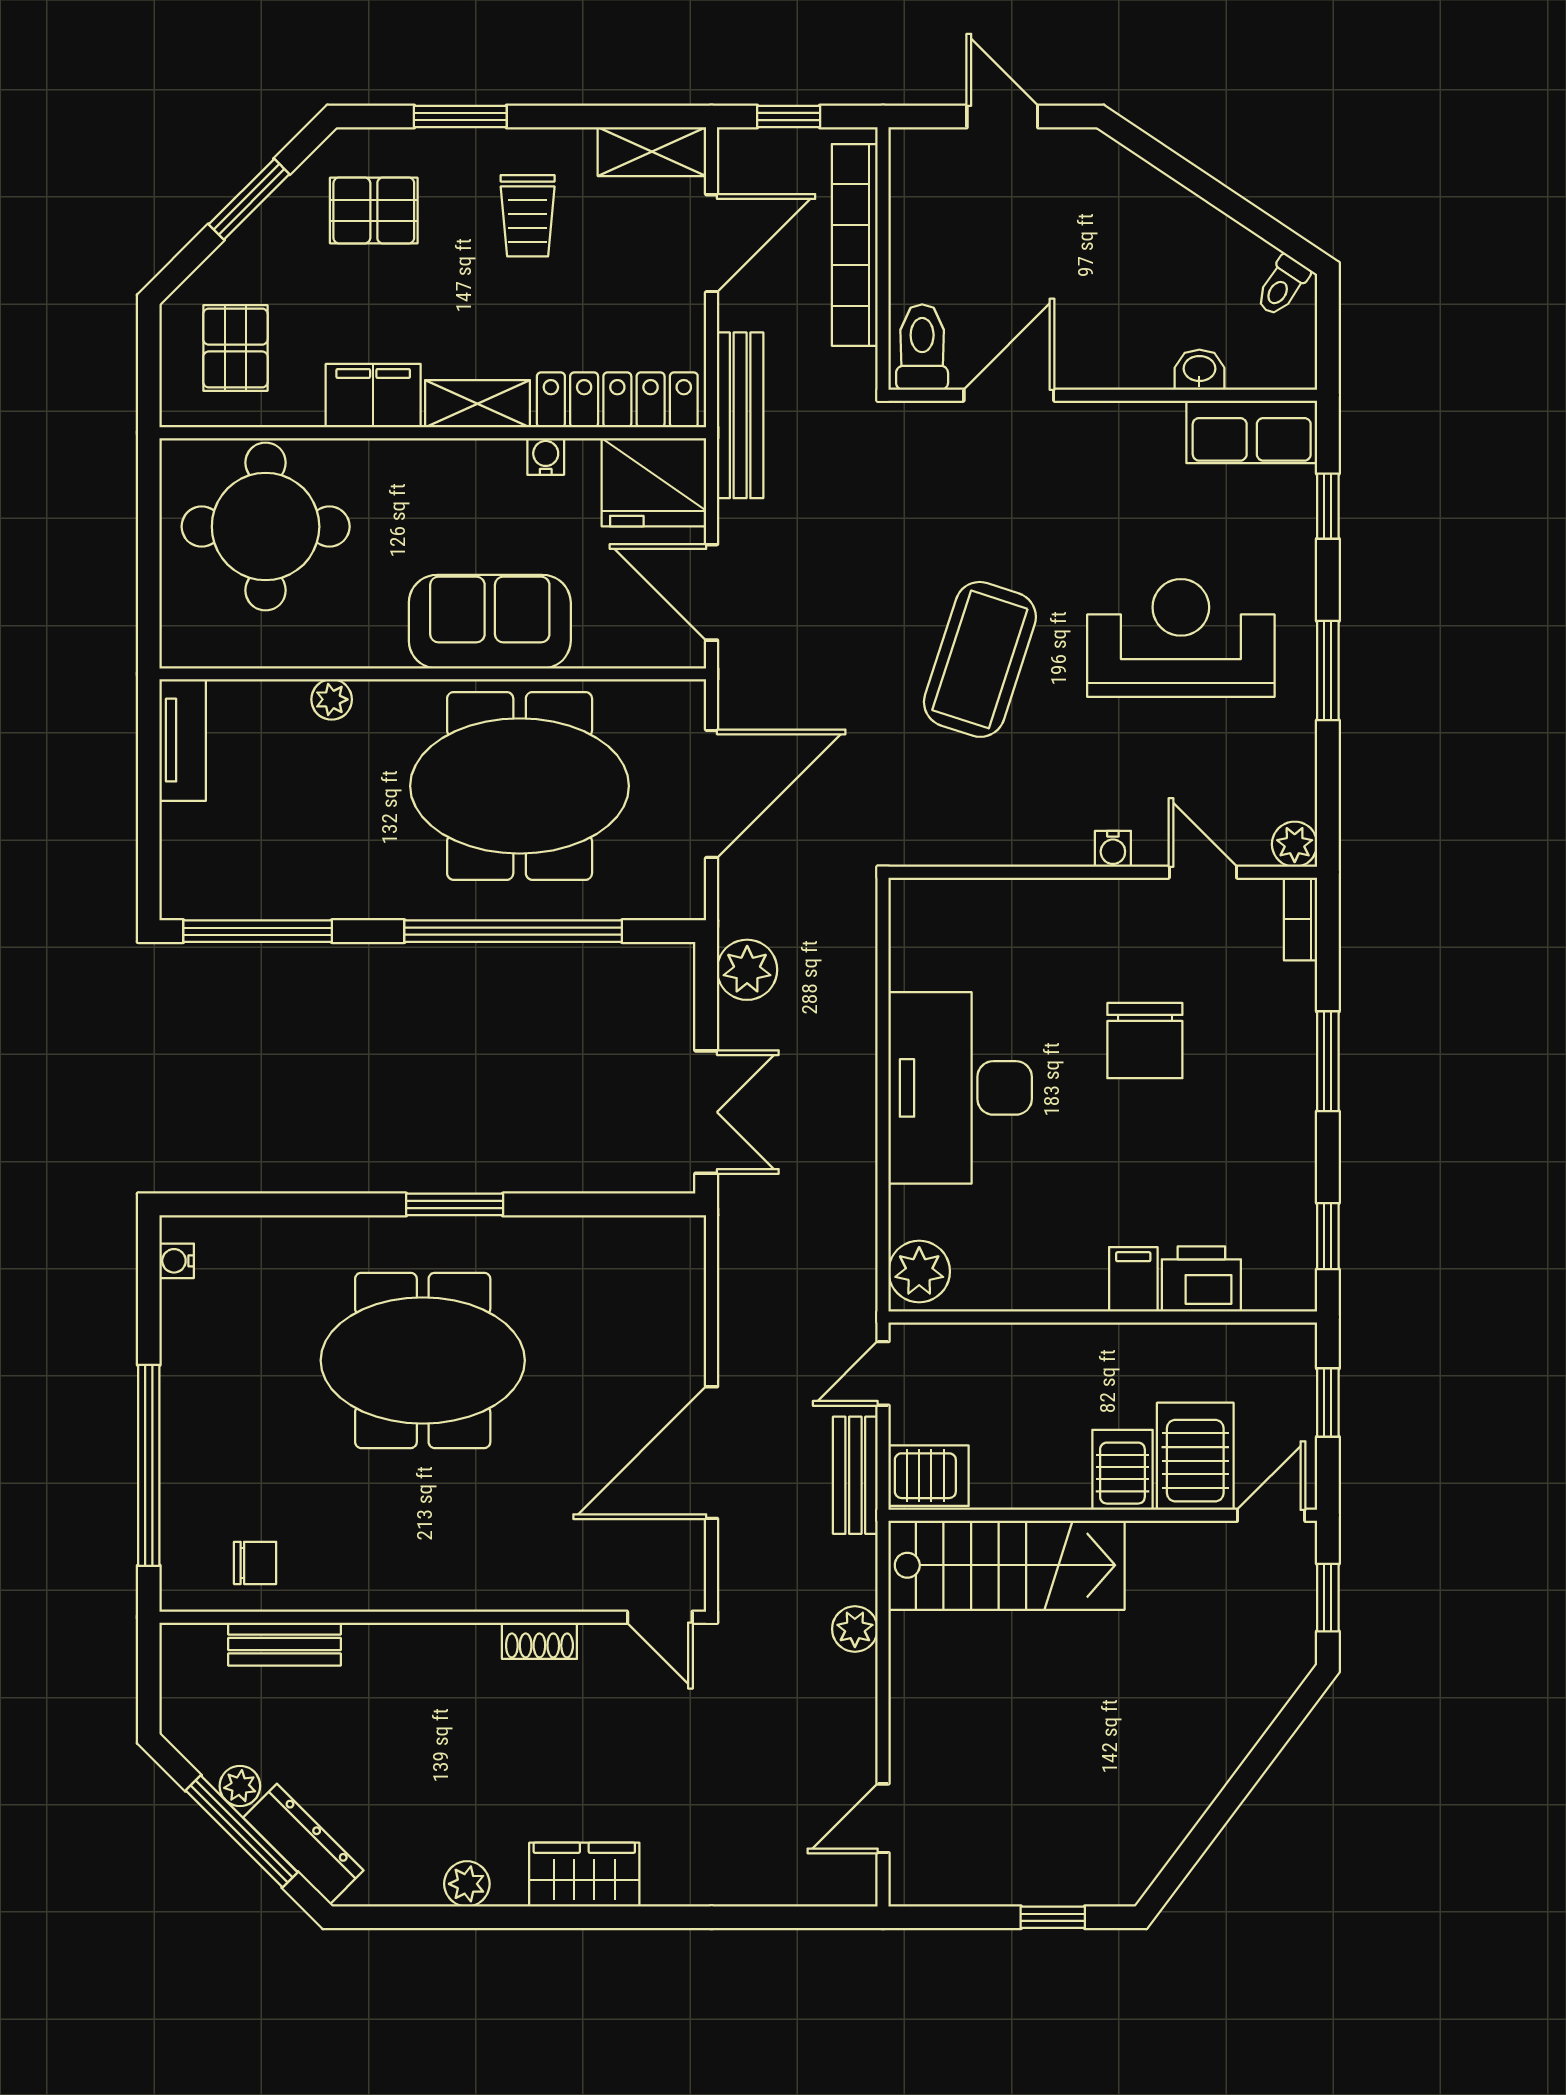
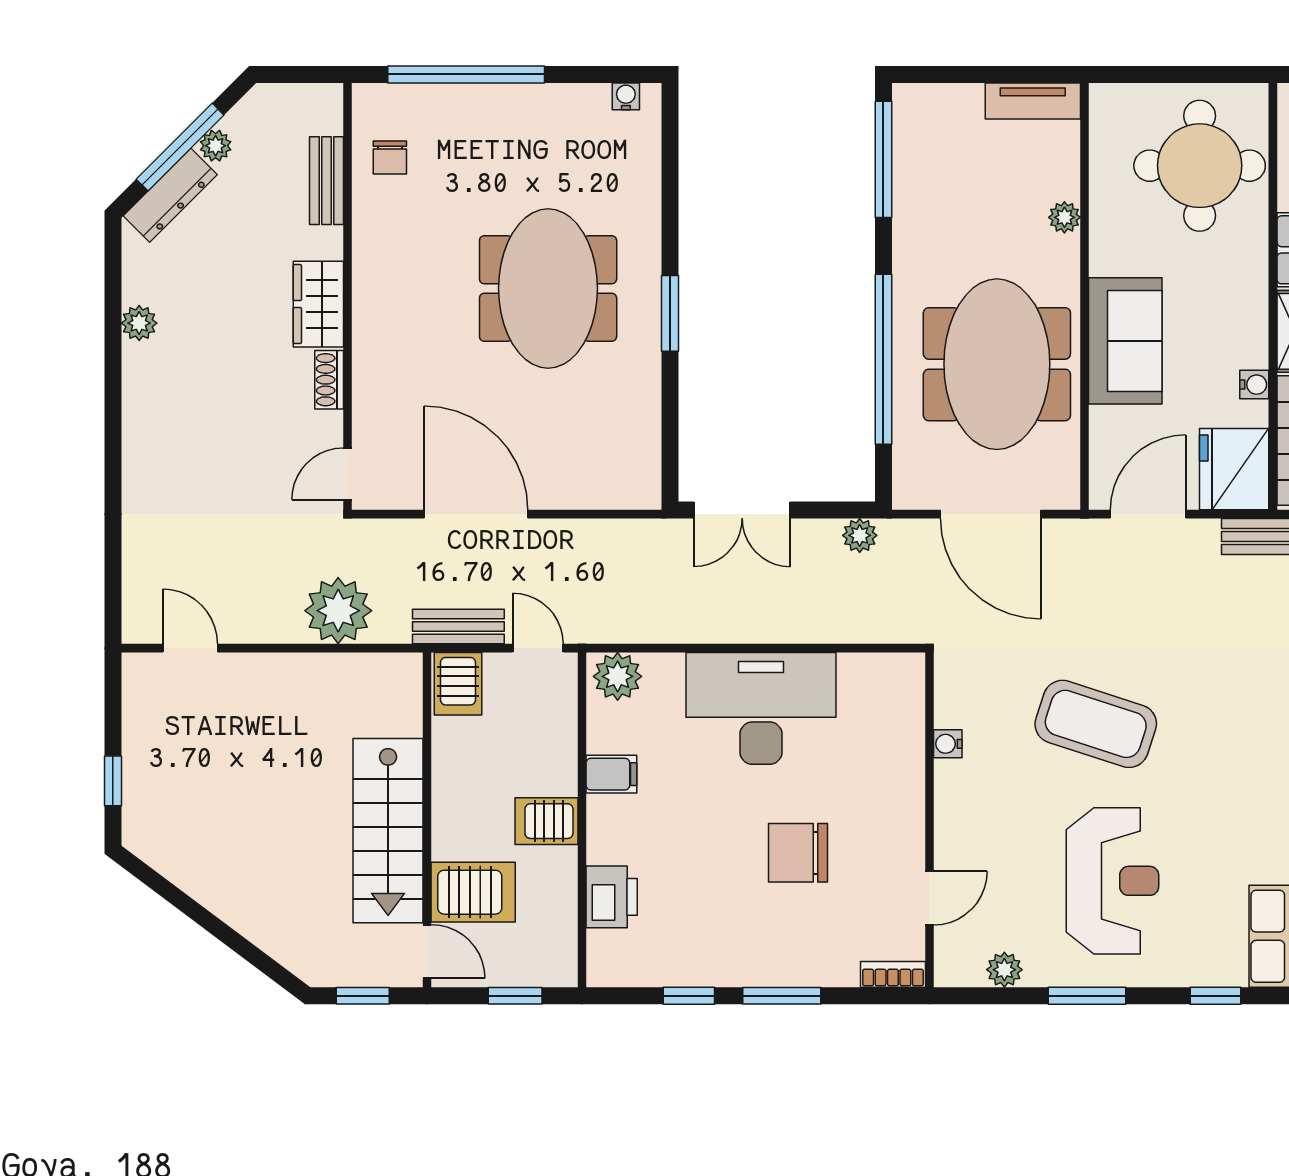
plant: (1295, 844) -> (1004, 970), moved
water cooler: (1113, 849) -> (948, 744), moved
plant: (747, 970) -> (860, 535), width x0.73, depth x0.73
window: (1328, 1236) -> (689, 996), moved
filing cabinet: (1133, 1279) -> (611, 774), moved
server rack: (1122, 1470) -> (546, 821), moved, turned 180
stairs: (1006, 1565) -> (388, 831), moved
plant: (855, 1629) -> (338, 611), width x1.87, depth x1.87
wardrobe: (584, 1875) -> (318, 304), moved, turned 180

